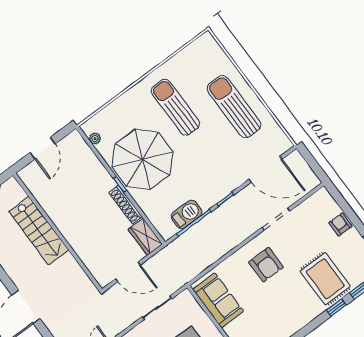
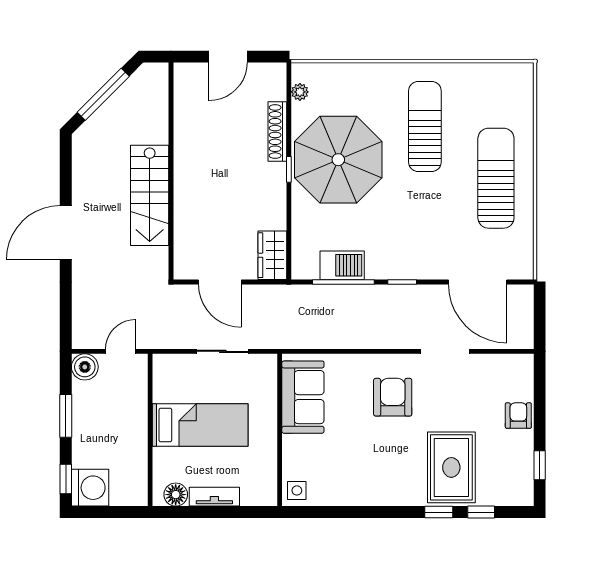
shoe rack: (126, 205) -> (277, 132), moved
stairs: (39, 231) -> (150, 195), moved
armchair: (266, 265) -> (393, 397), turned 180

